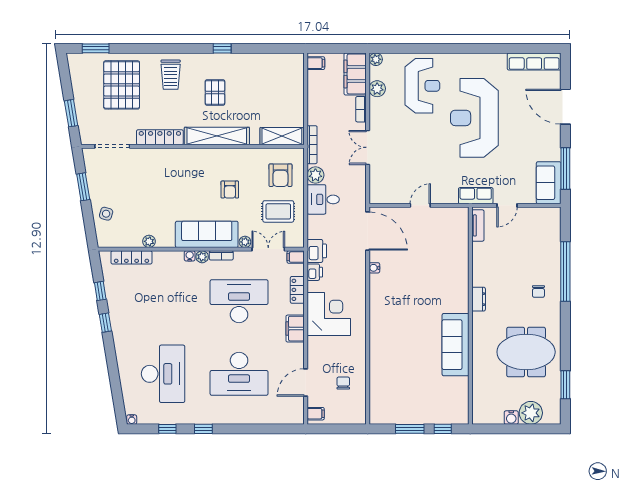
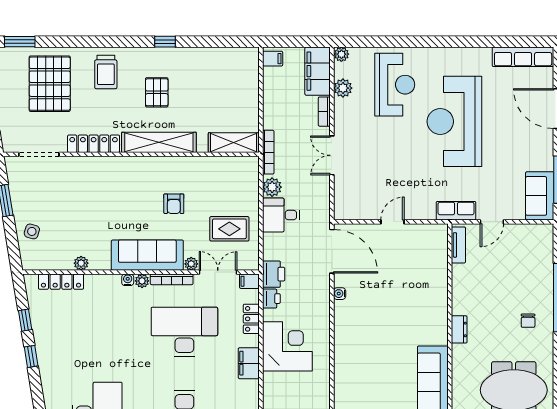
armchair: (280, 175) -> (232, 187), removed
bookcase: (221, 255) -> (172, 279), width x1.56

